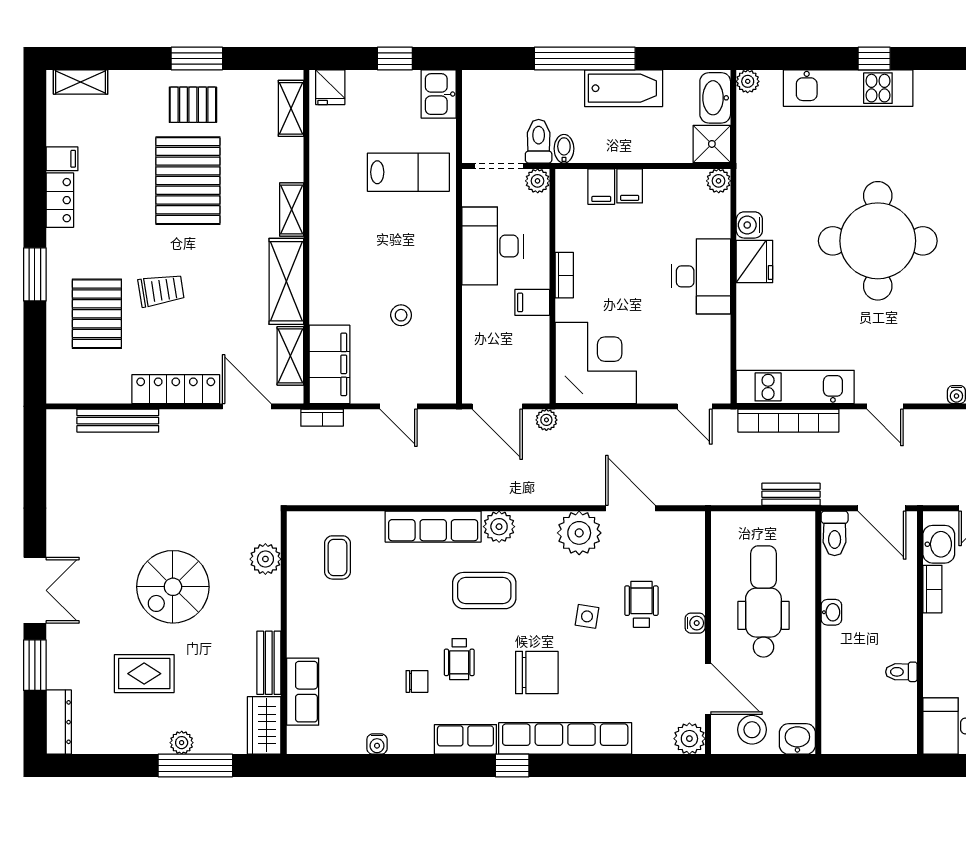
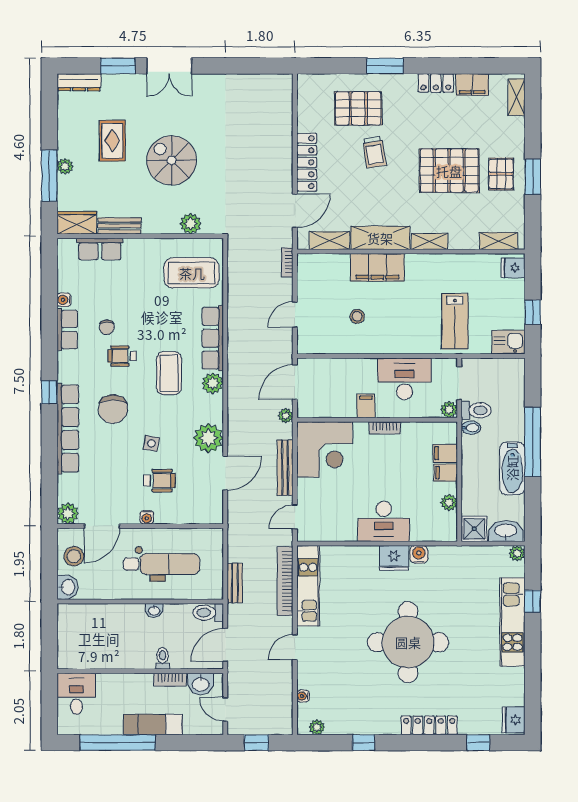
window: (874, 59) -> (533, 601), moved
filing cabinet: (62, 159) -> (472, 85), width x2.00
plant: (719, 181) -> (449, 503), moved
filing cabinet: (330, 364) -> (377, 267), moved
bench: (118, 421) -> (285, 468), moved
coffee table: (338, 557) -> (192, 273), width x1.86, depth x1.72
toilet: (901, 672) -> (163, 658), moved
row of seats: (465, 739) -> (67, 330), moved

